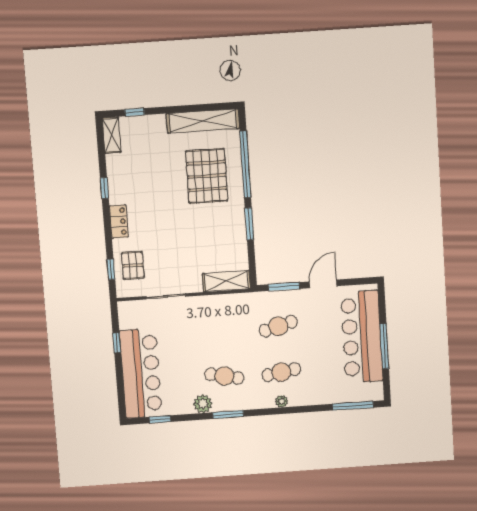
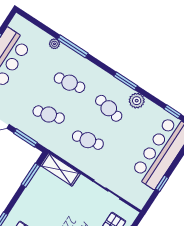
window: (249, 224) -> (31, 175), moved
cafe table: (221, 330) -> (88, 140), added
plant: (282, 401) -> (54, 44), moved
window: (353, 406) -> (73, 46), moved

